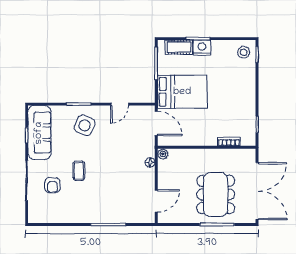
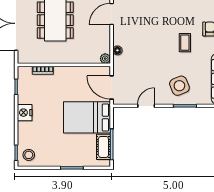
cot: (179, 47) -> (103, 147), moved, turned 90
nightstand: (202, 48) -> (25, 113), moved, turned 90
side table: (85, 125) -> (179, 86), turned 45

